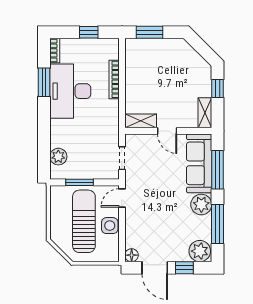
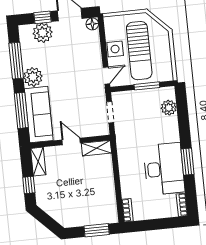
window: (89, 32) -> (152, 225), removed
bookcase: (114, 79) -> (127, 210), moved, width x0.64
window: (44, 82) -> (188, 162), moved
plant: (200, 251) -> (43, 33), moved

